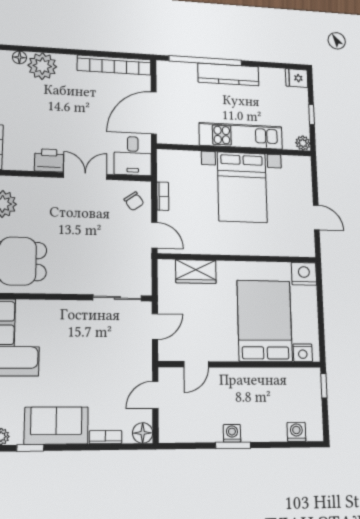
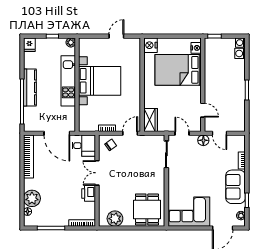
wardrobe: (196, 272) -> (151, 120), moved
floor lamp: (143, 433) -> (203, 140), moved
washing machine: (232, 433) -> (240, 43), moved

